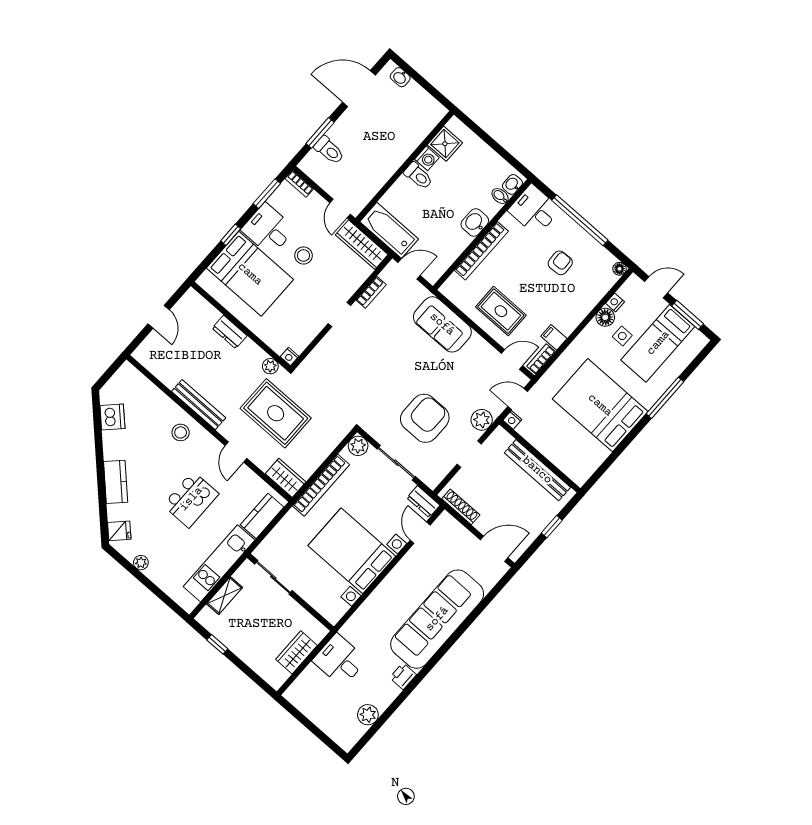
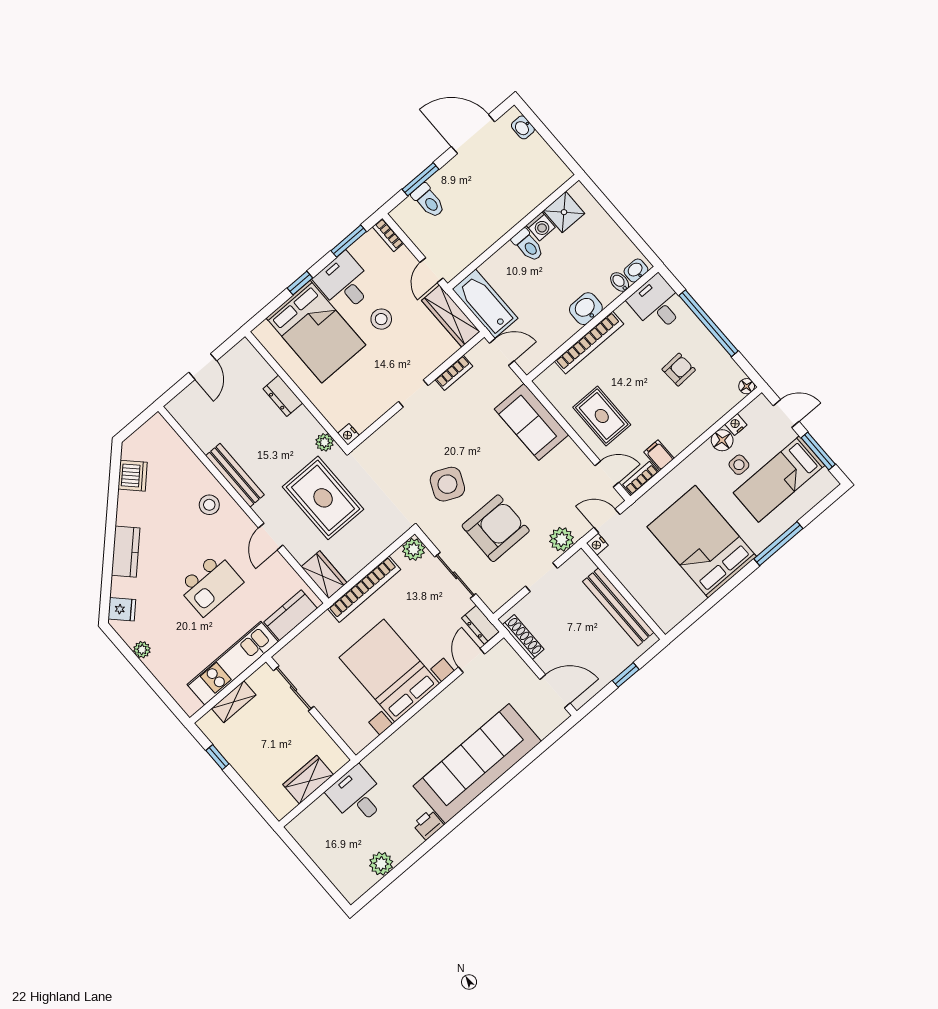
side table: (379, 387) -> (447, 484), added

